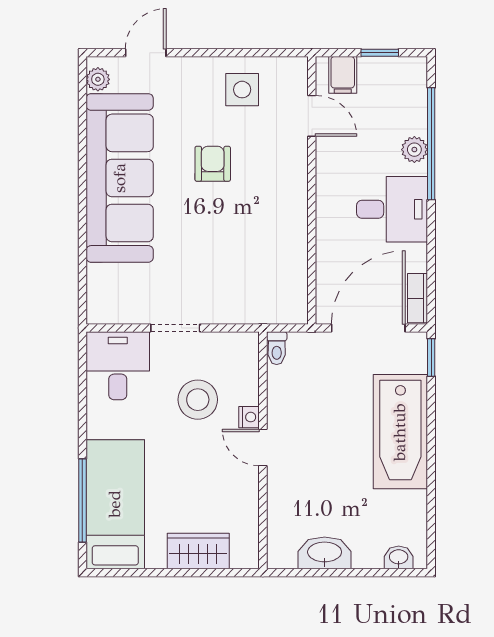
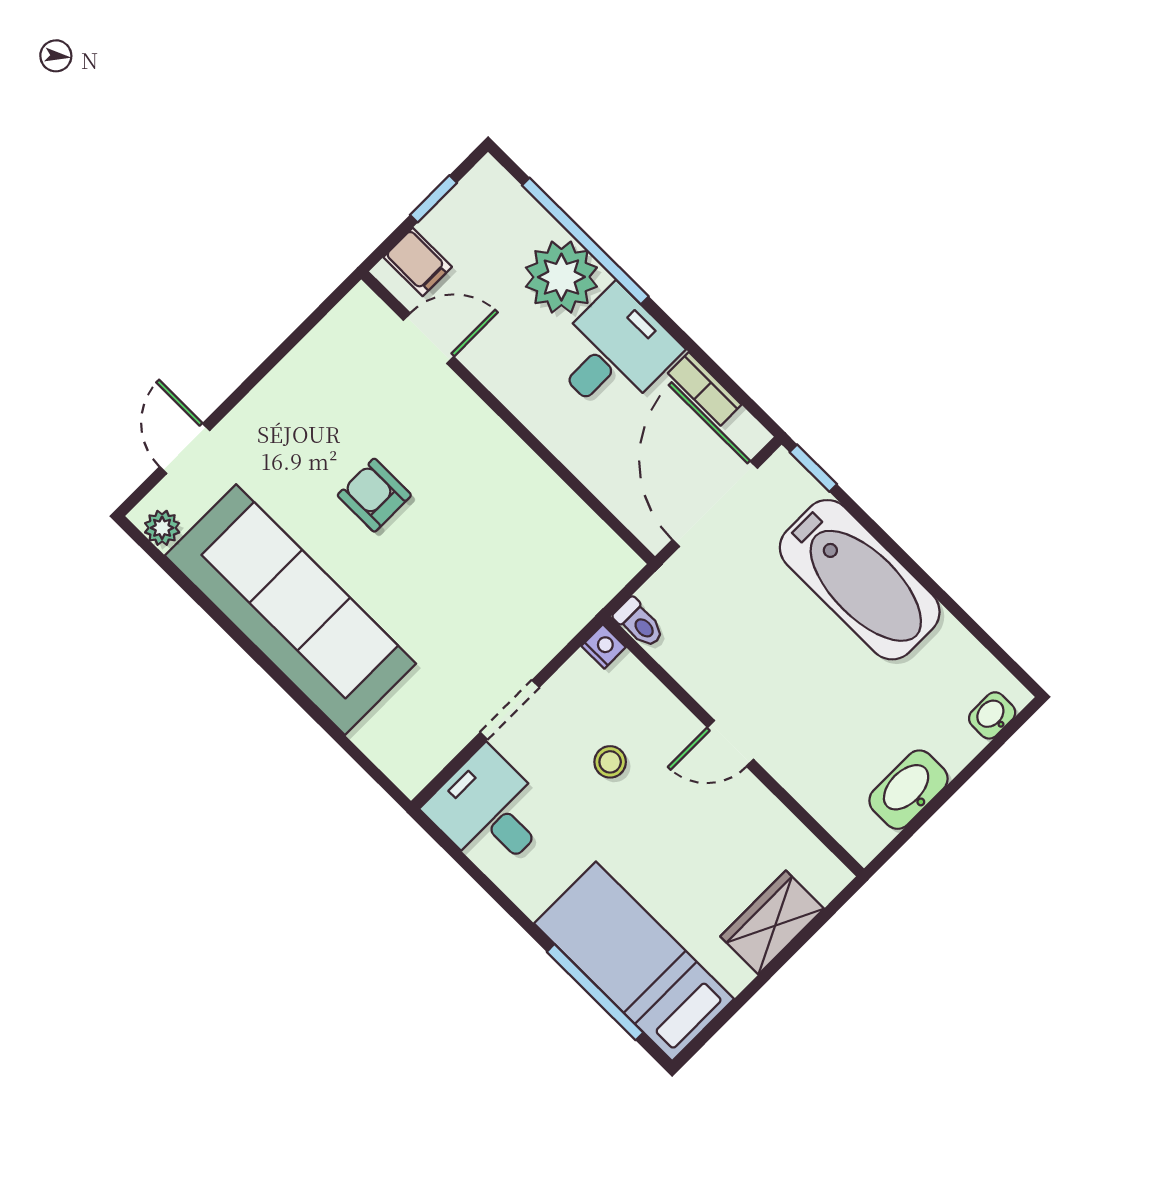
side table: (242, 90) -> (326, 385), removed
plant: (414, 150) -> (561, 277), width x1.87, depth x1.87
bookcase: (418, 298) -> (705, 389), moved
stool: (198, 400) -> (610, 762), width x0.53, depth x0.53
nightstand: (249, 417) -> (604, 646), moved

